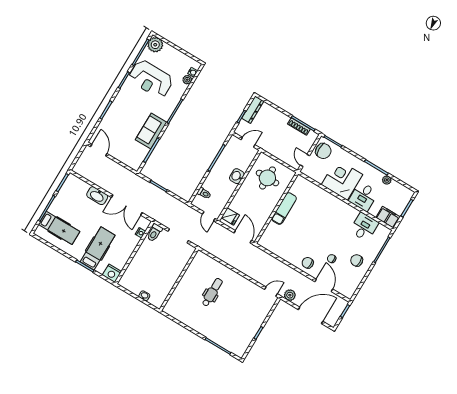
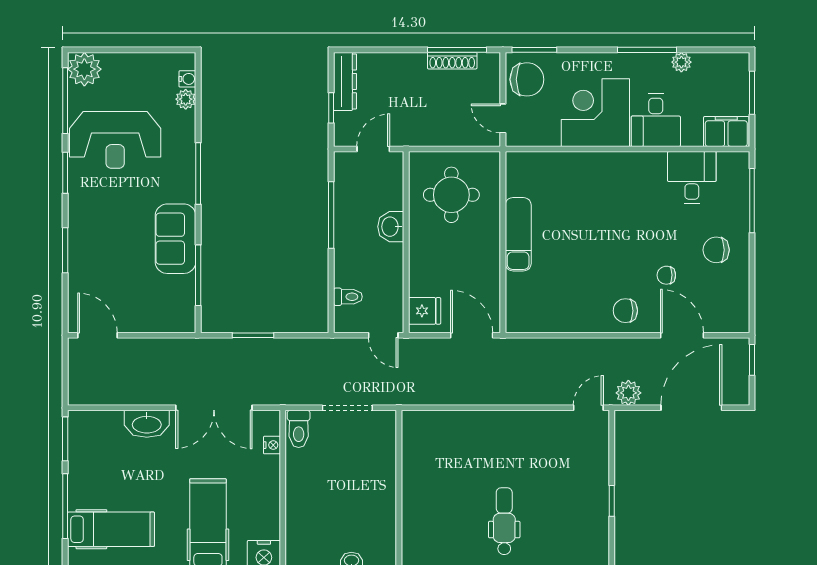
dental chair: (212, 292) -> (504, 521), moved

